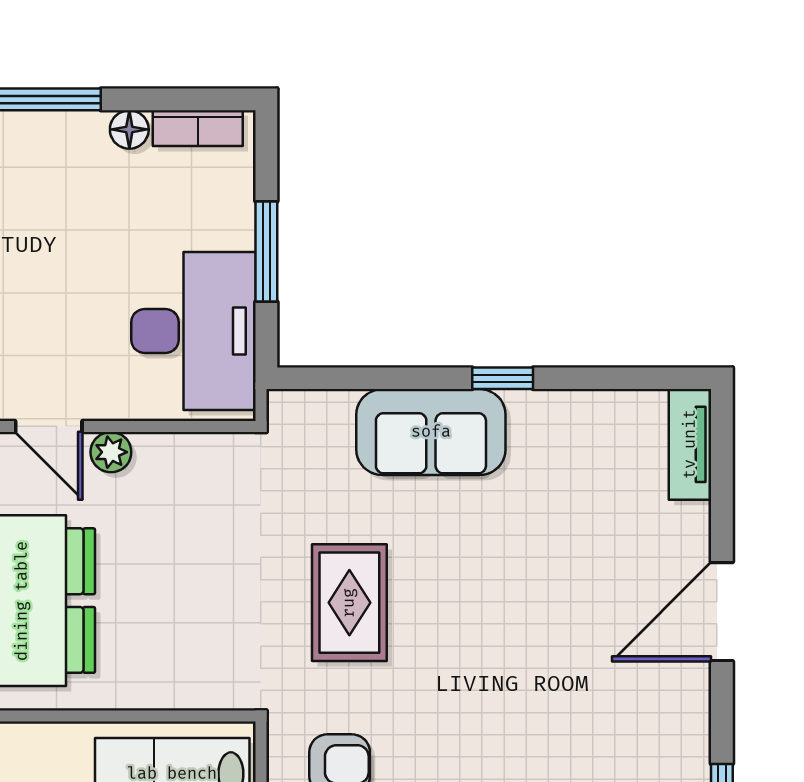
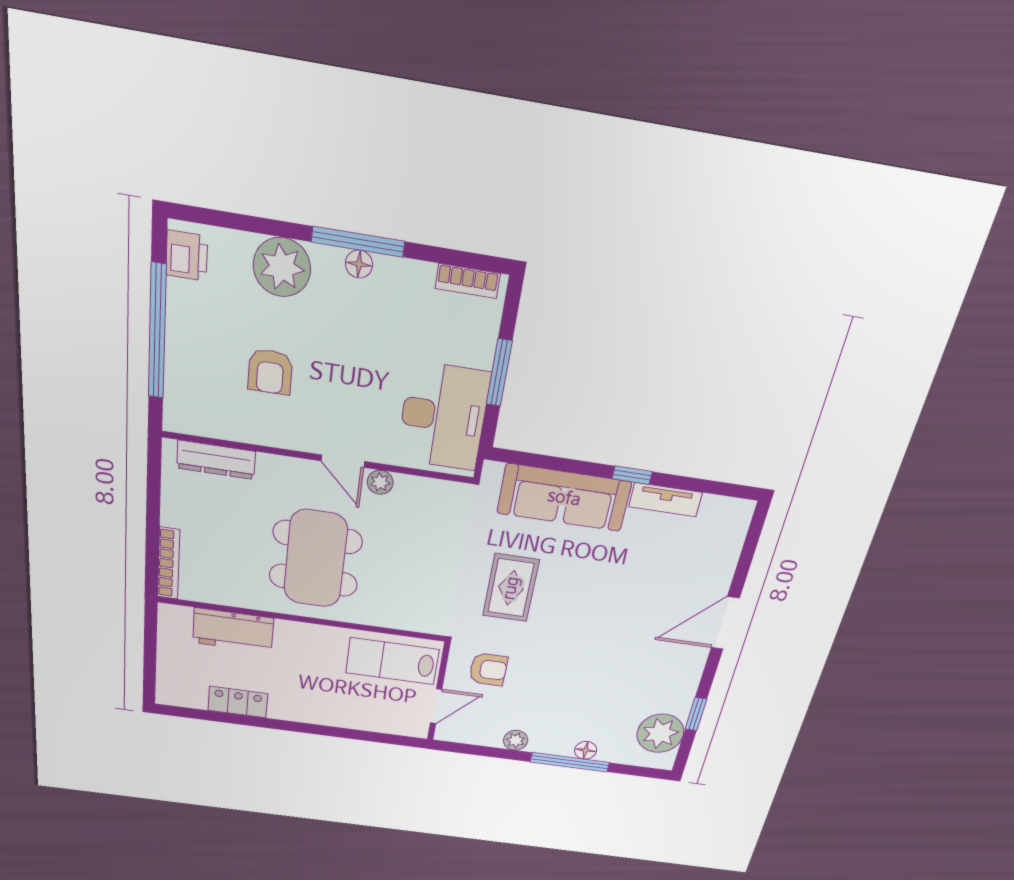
floor lamp: (129, 129) -> (359, 264), moved
sofa: (431, 432) -> (564, 498), width x1.36
tv unit: (690, 444) -> (666, 500), moved, turned -90

